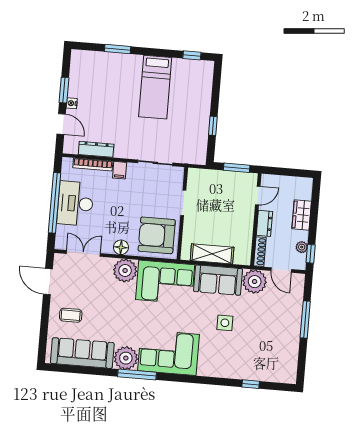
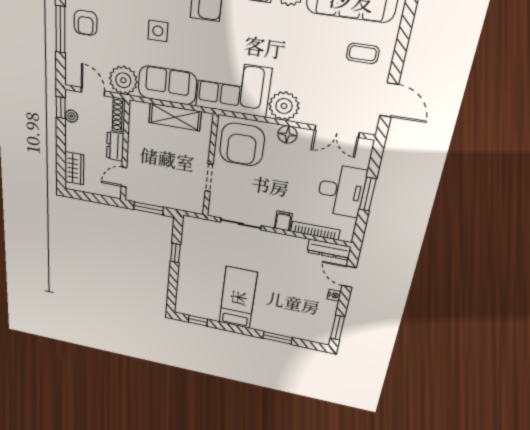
window: (64, 90) -> (337, 328), moved
dresser: (96, 149) -> (329, 250), moved
window: (55, 203) -> (368, 194), width x0.47
wardrobe: (302, 215) -> (74, 168), moved
armchair: (157, 235) -> (242, 145), turned 90
armchair: (284, 326) -> (86, 23), added

